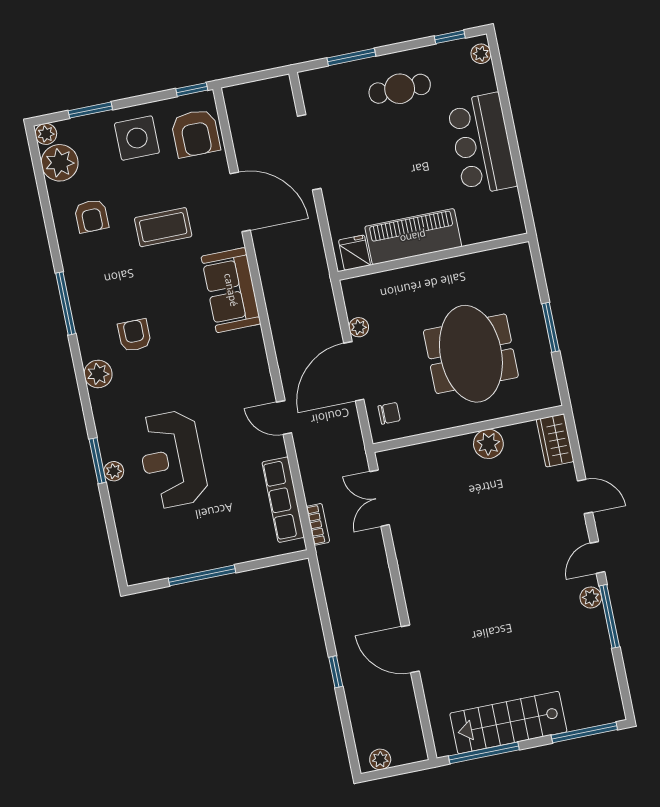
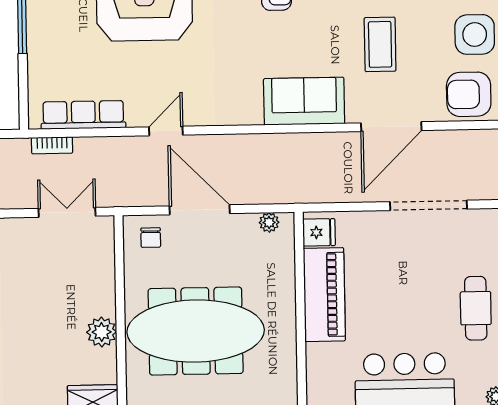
plant: (359, 327) -> (269, 222), moved
meeting table: (471, 354) -> (196, 331), width x1.36

